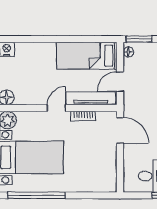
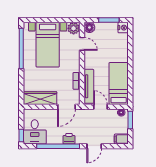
door: (56, 108) -> (82, 44), moved
wardrobe: (108, 168) -> (40, 98), added

